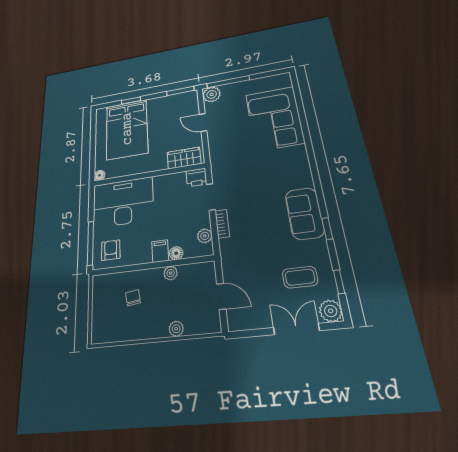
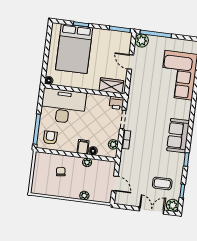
sofa: (305, 213) -> (178, 136), moved

